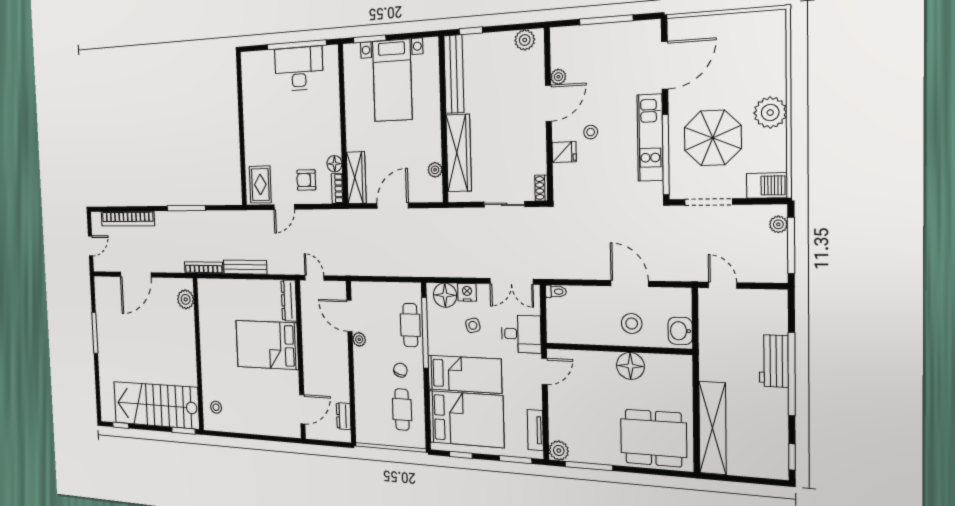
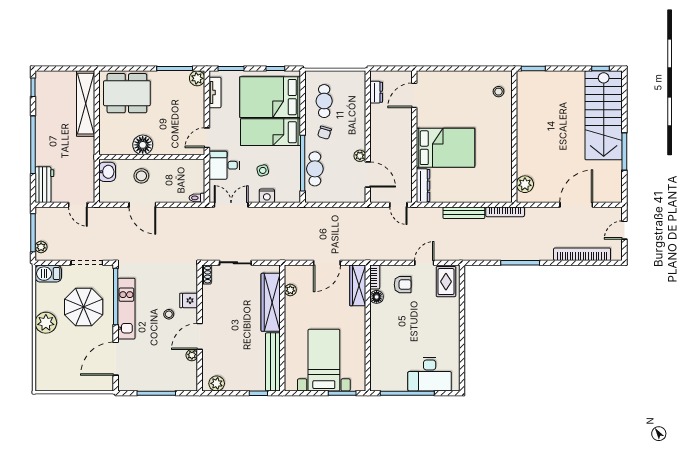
desk: (299, 69) -> (430, 374), moved
floor lamp: (445, 295) -> (285, 193), removed
workbench: (774, 361) -> (44, 185), moved
stairs: (156, 405) -> (604, 115), moved, turned 90

